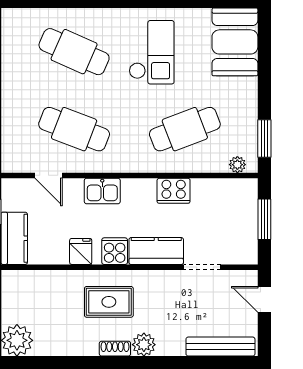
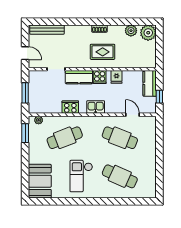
kitchen sink: (102, 191) -> (96, 107), moved
plant: (144, 345) -> (131, 31), moved

